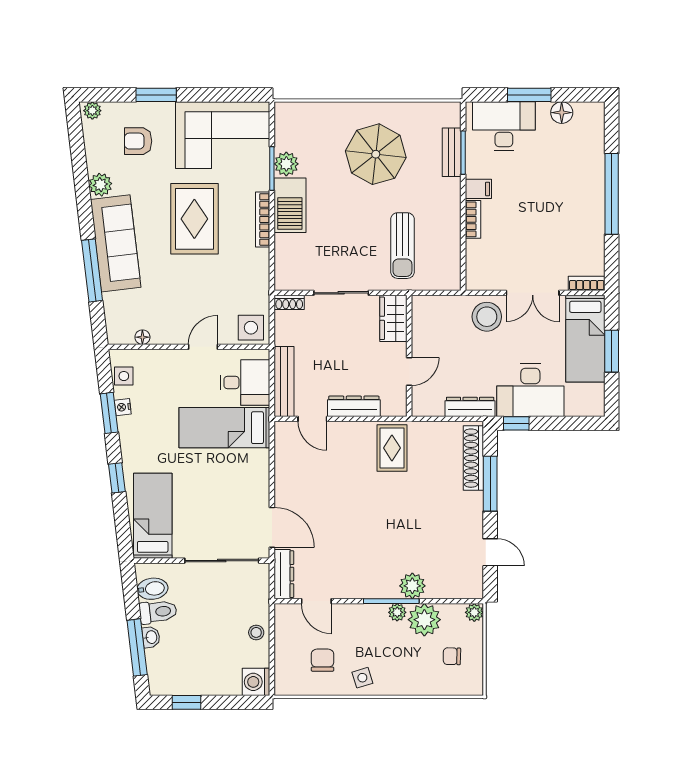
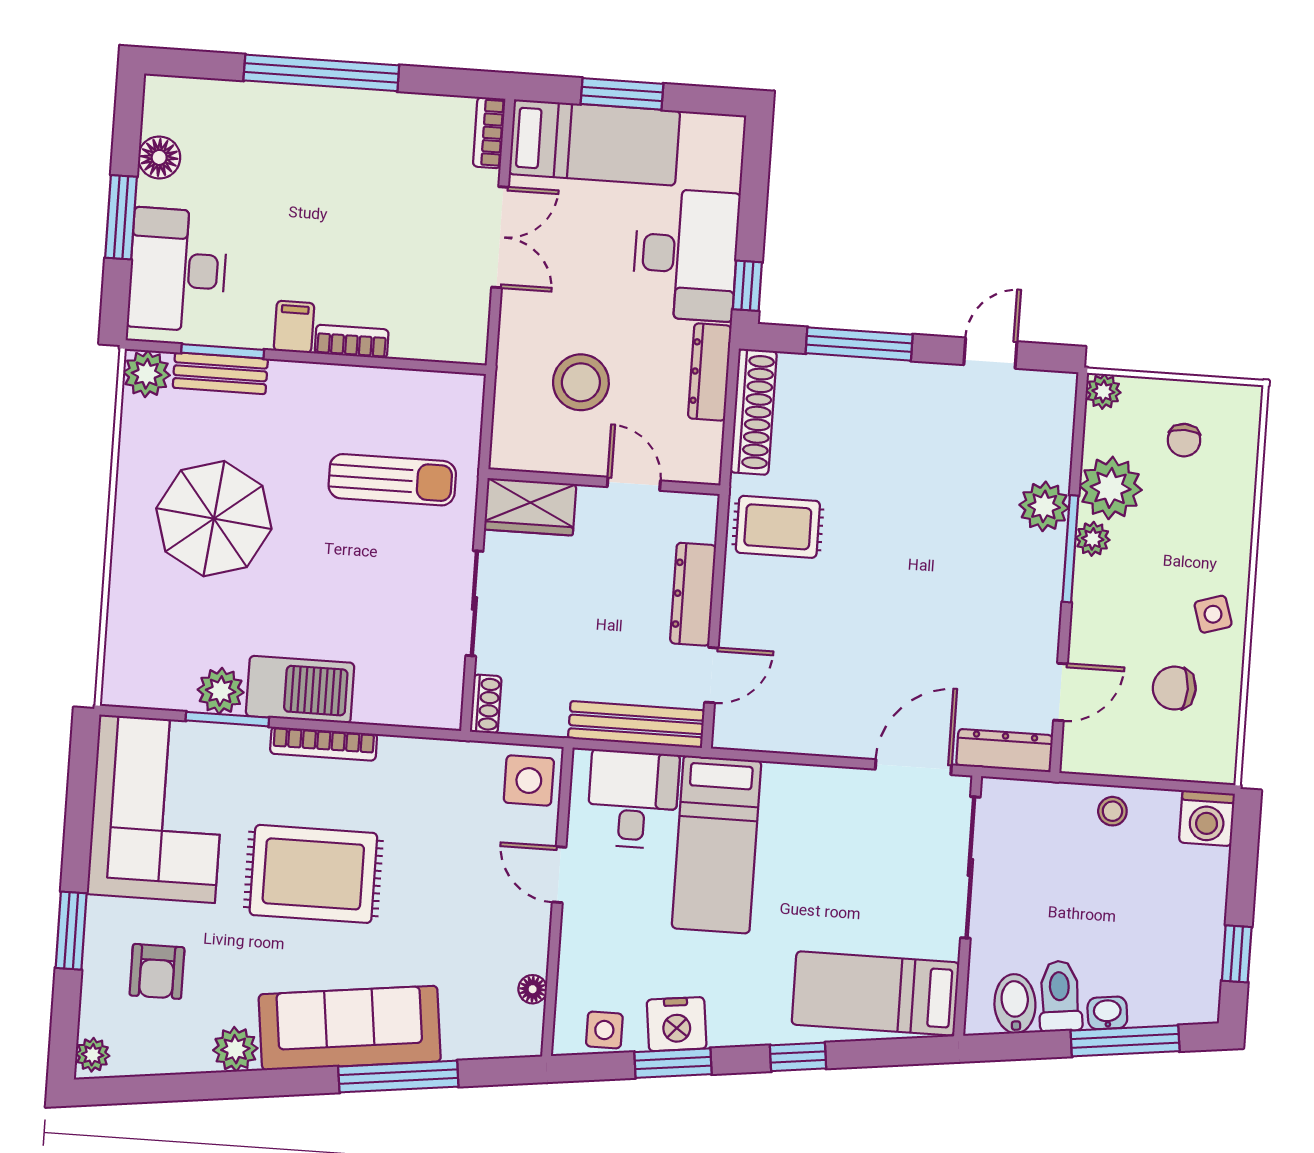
plant: (449, 114) -> (147, 374), added
stool: (487, 317) -> (581, 382), moved
nightstand: (123, 407) -> (677, 1024), width x1.89, depth x1.79
shoe rack: (473, 458) -> (753, 412), moved, turned -90

